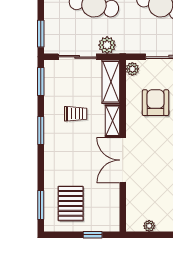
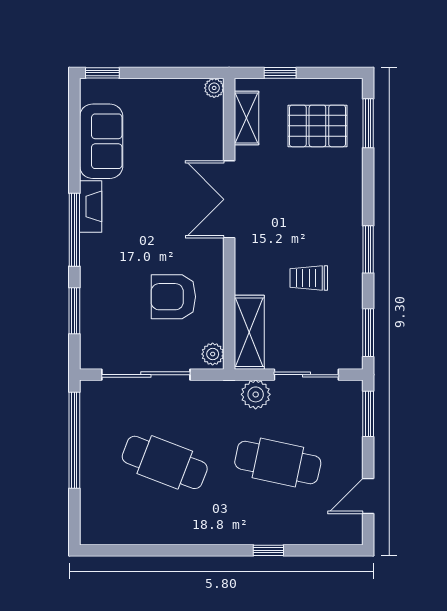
armchair: (156, 103) -> (173, 297), turned 90
shelving: (112, 121) -> (246, 118), moved
double door: (123, 160) -> (229, 199), swing flipped
pallet: (71, 203) -> (317, 126), turned 90
plant: (149, 226) -> (214, 88), moved

